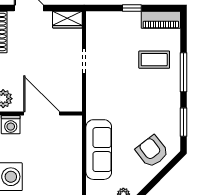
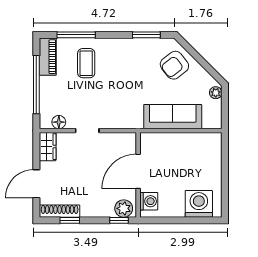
window: (132, 8) -> (36, 85), width x3.17
floor lamp: (93, 31) -> (59, 122), added
window: (184, 72) -> (76, 35), moved

